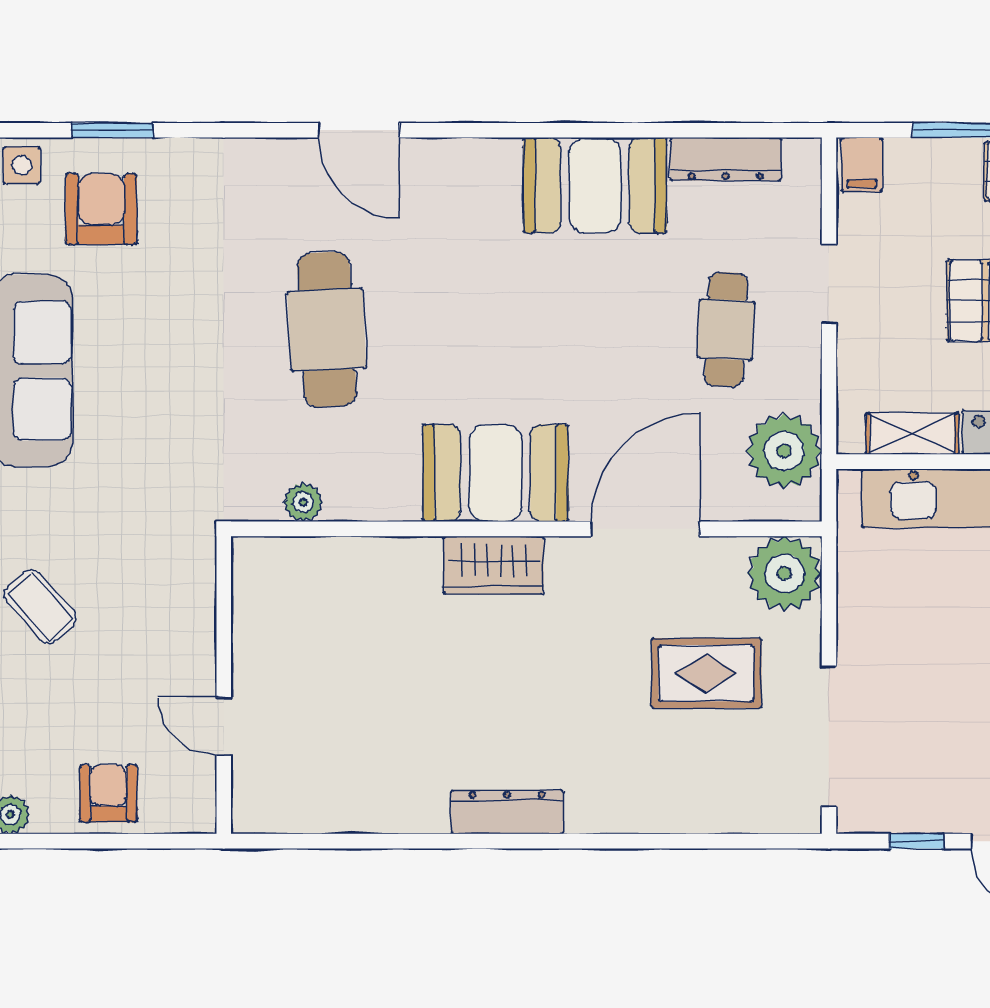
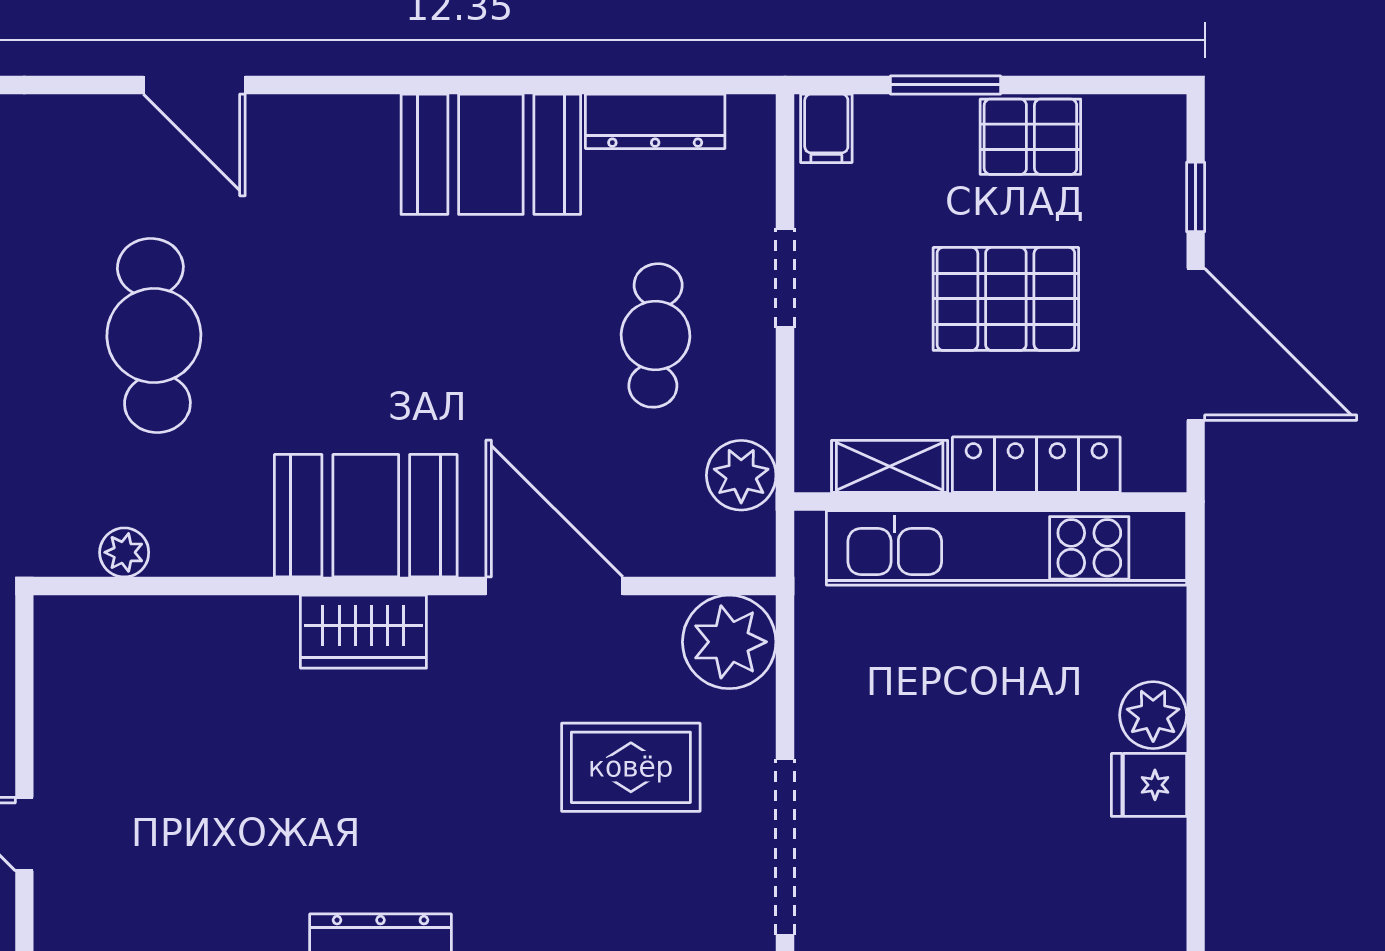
plant: (784, 451) -> (741, 475), width x0.73, depth x0.73
door: (645, 529) -> (554, 586), hinge flipped

